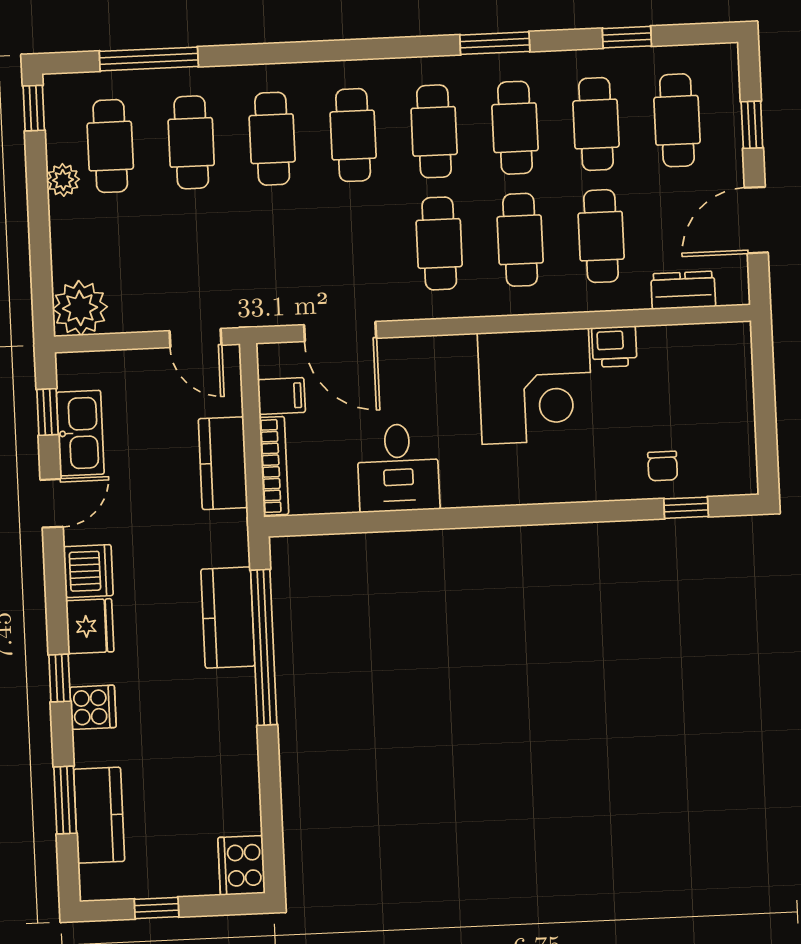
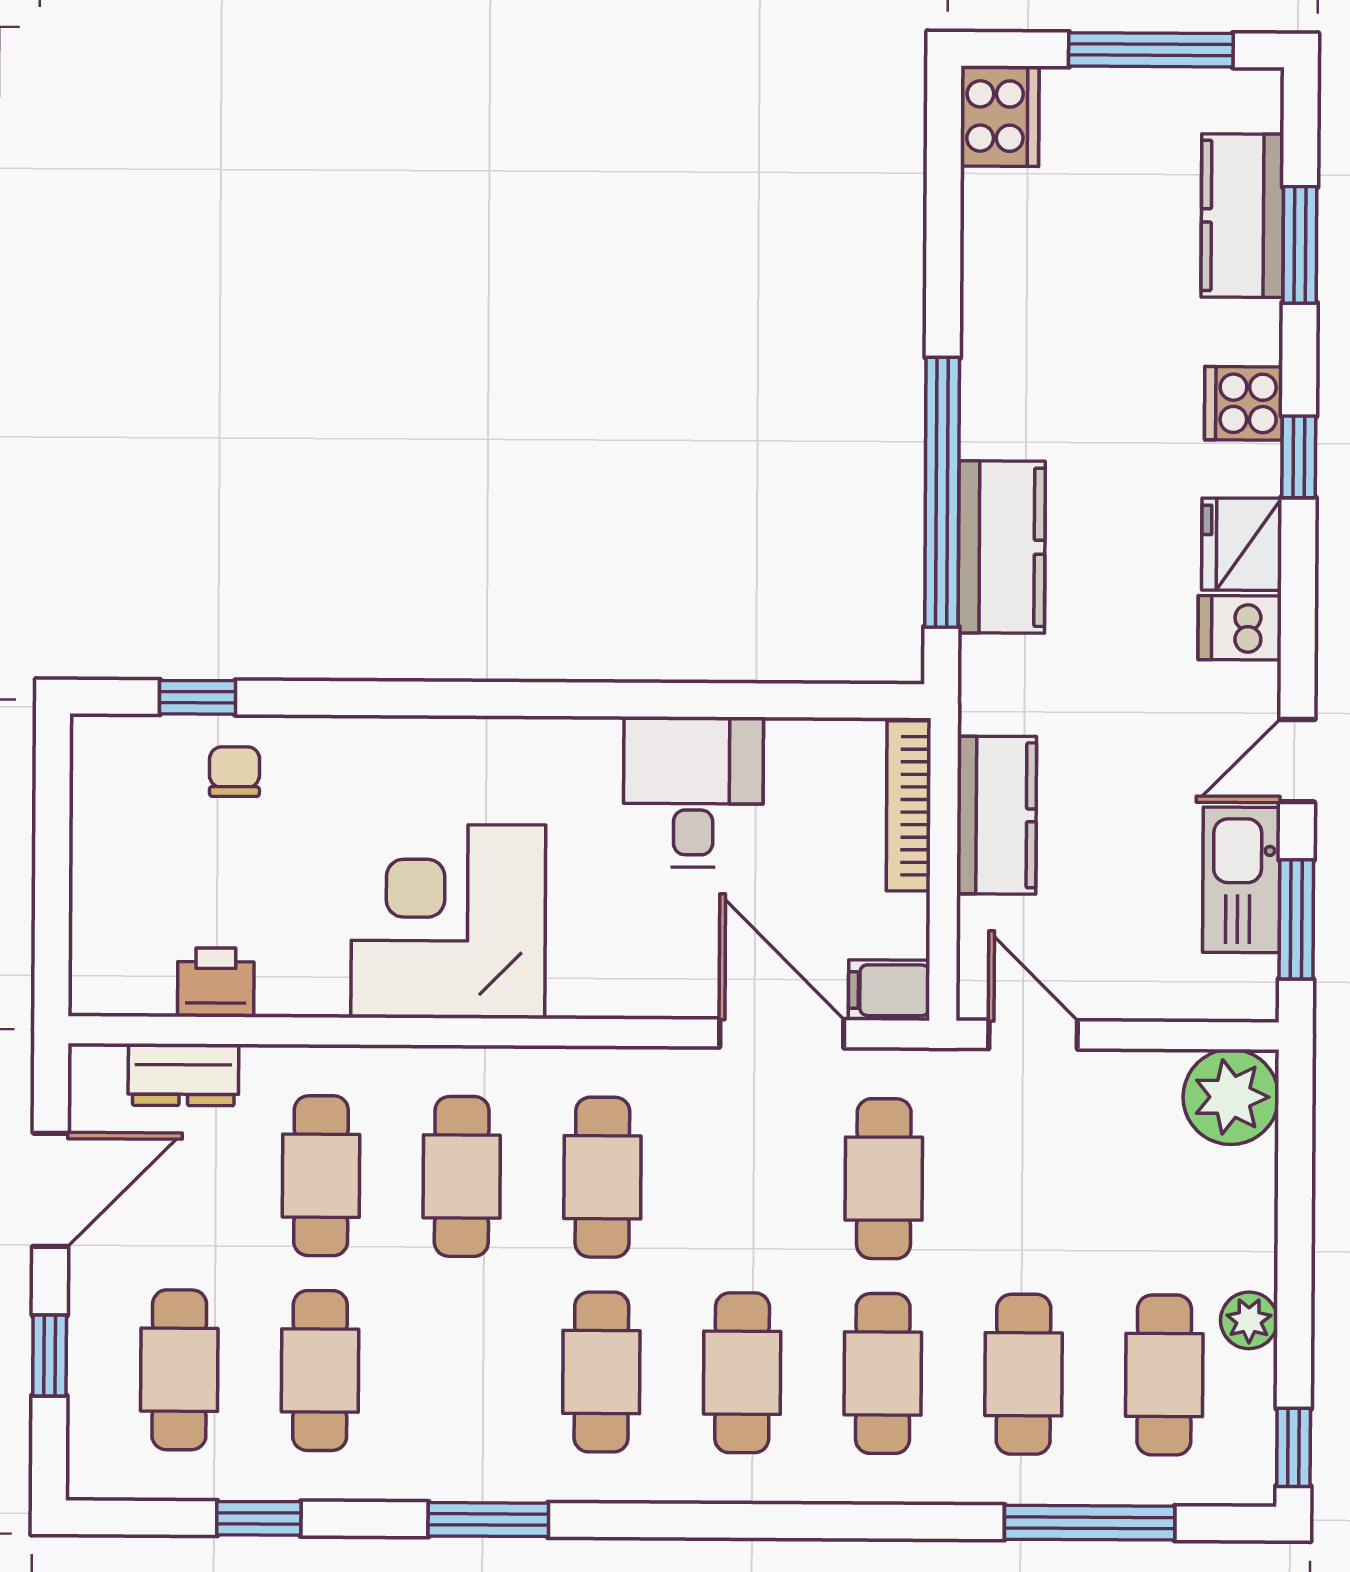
cafe table: (515, 128) -> (884, 1179), moved
printer: (614, 347) -> (216, 982), moved
filing cabinet: (281, 396) -> (889, 990), moved
window: (47, 412) -> (1296, 919), width x1.50
dishwasher: (88, 571) -> (1240, 628), width x0.73
window: (157, 908) -> (1151, 50), width x2.17

